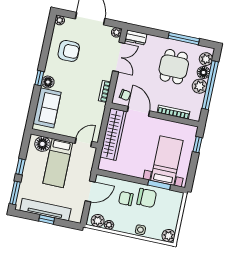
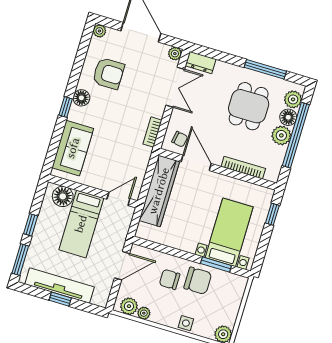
floor lamp: (48, 82) -> (81, 98), moved

